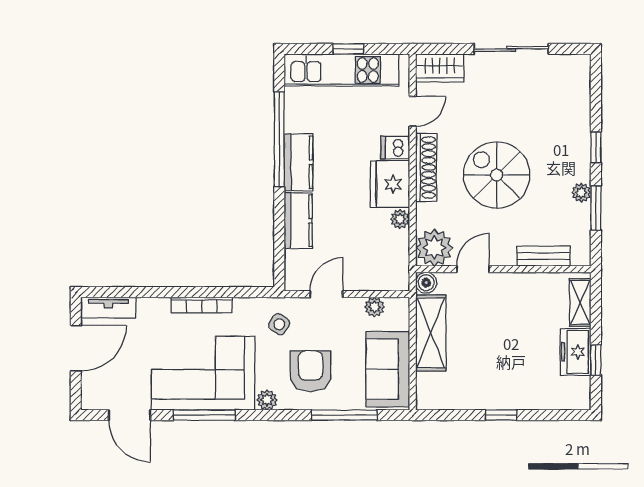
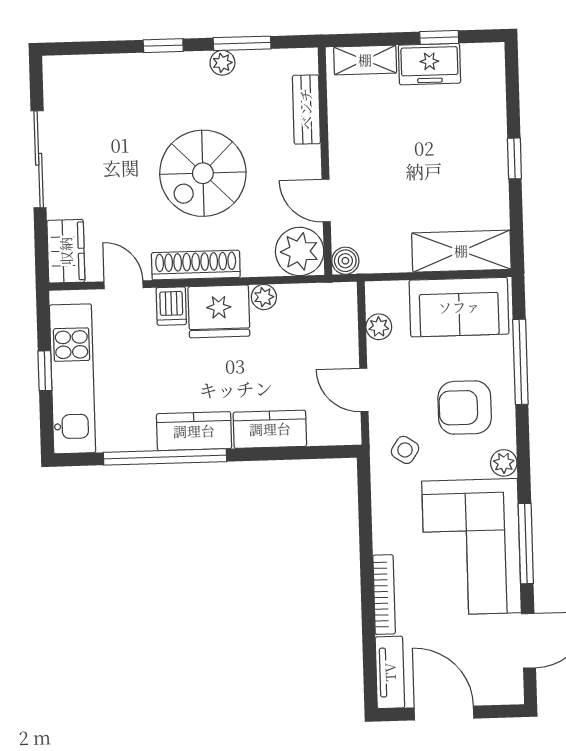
bookcase: (202, 305) -> (384, 594), moved
shelving: (431, 333) -> (461, 251), moved

